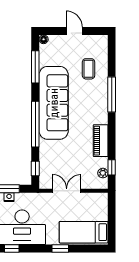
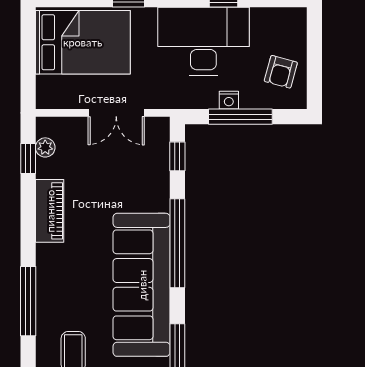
bed: (84, 232) -> (83, 42), width x1.50

